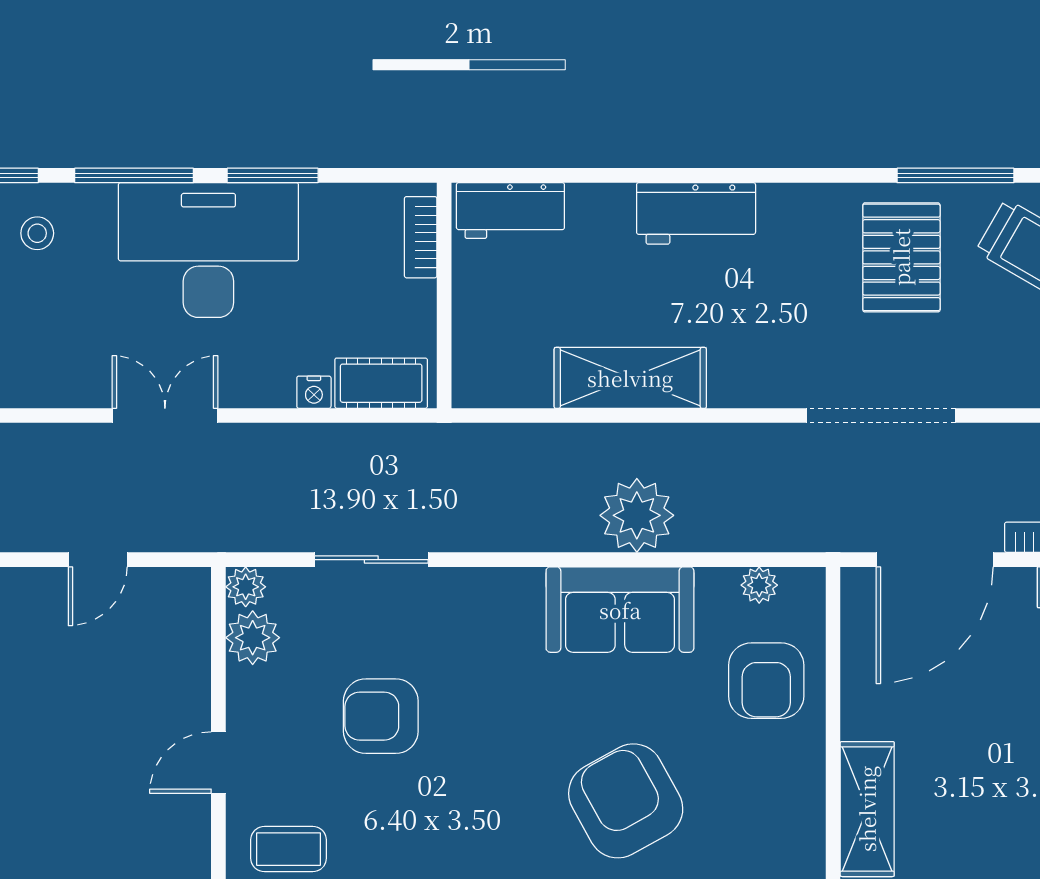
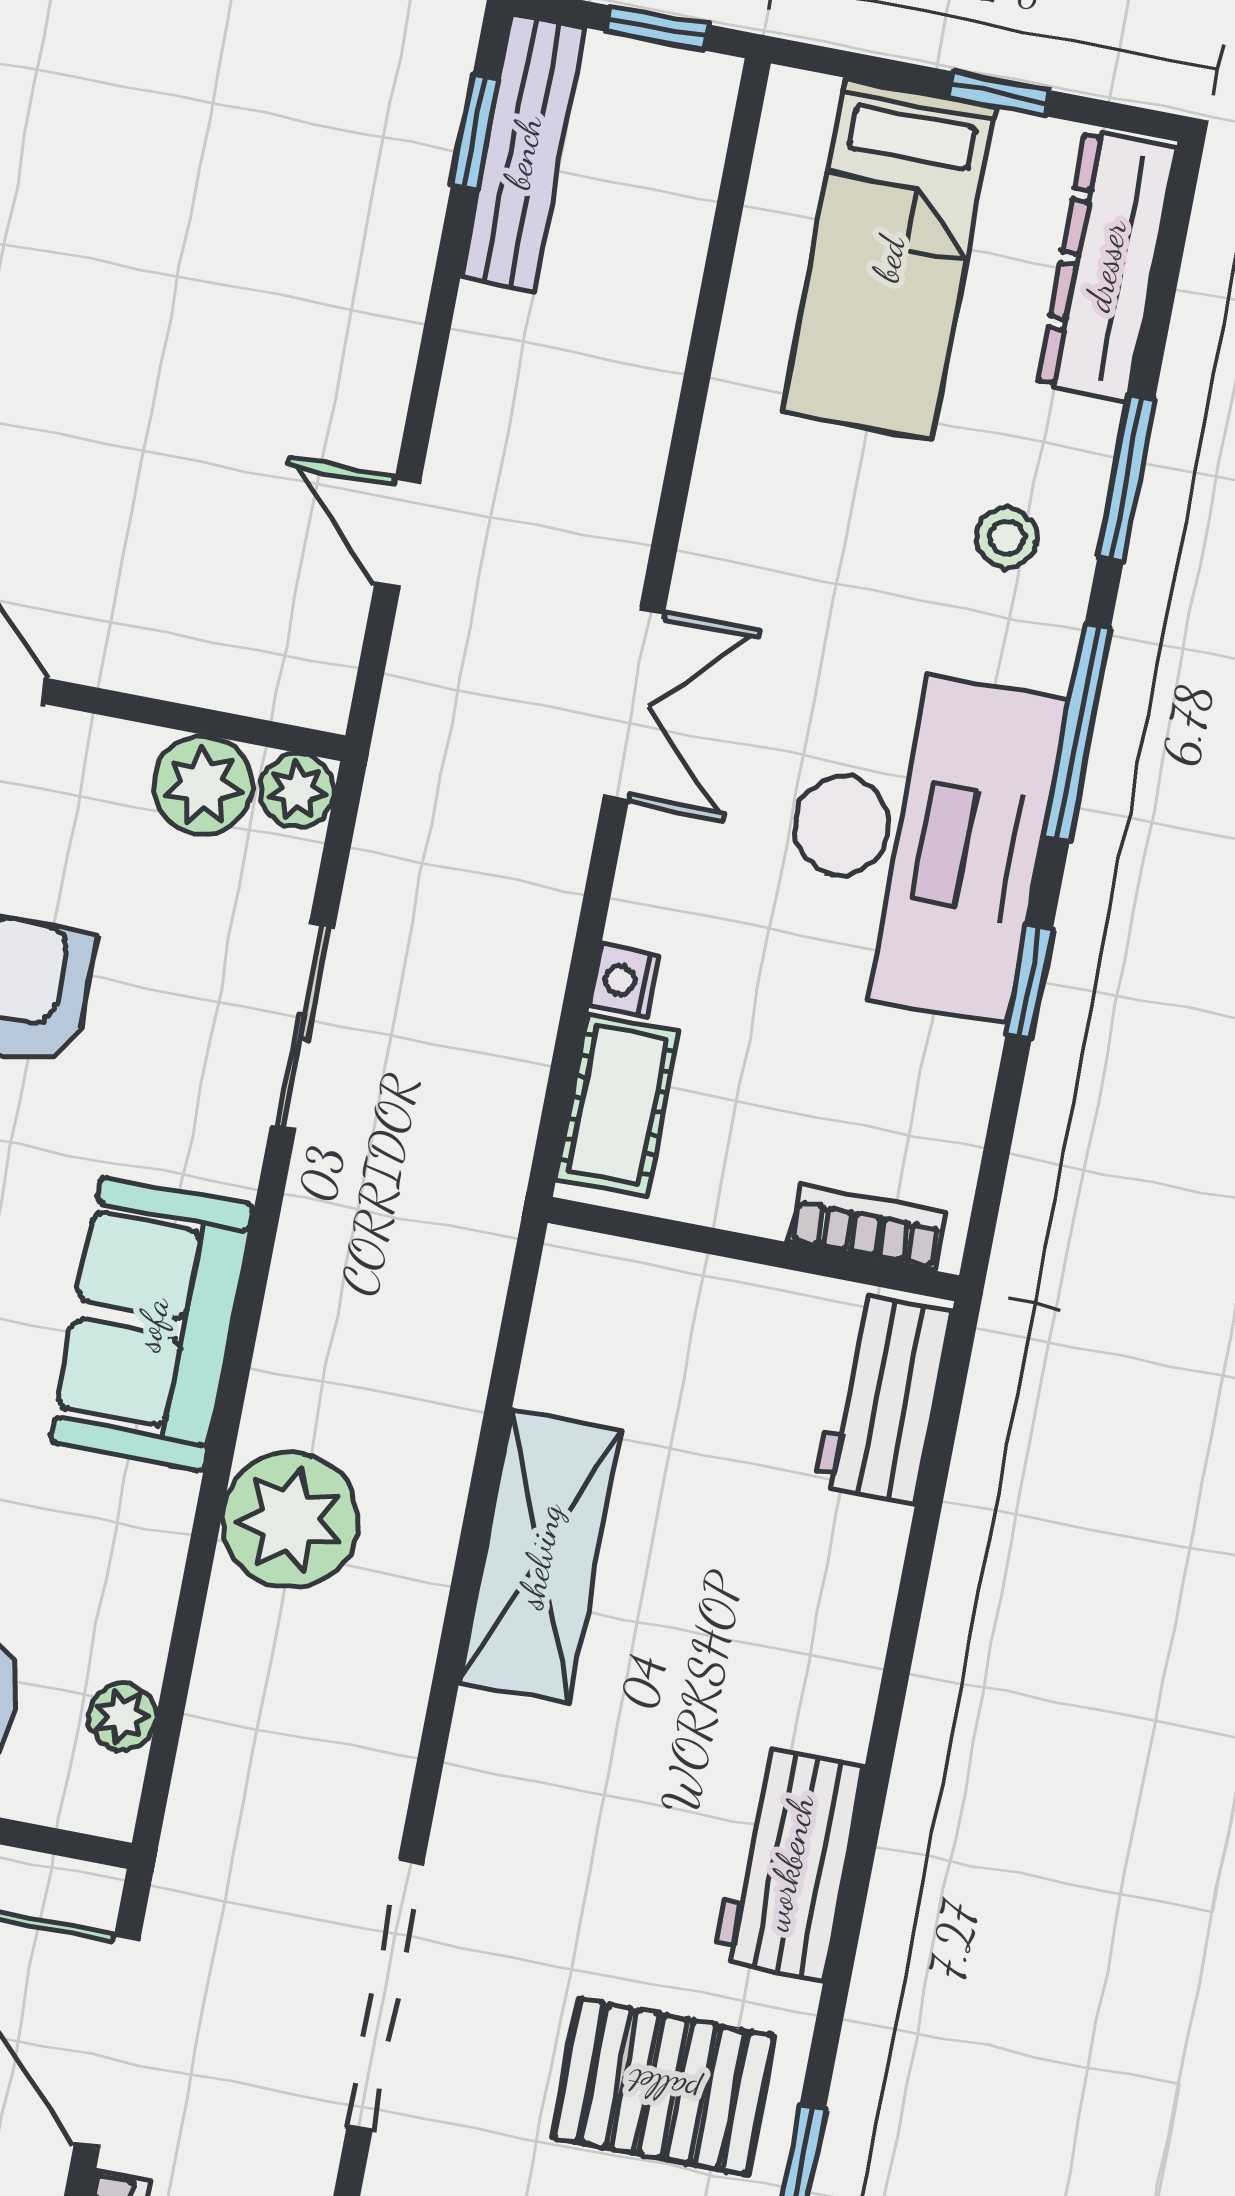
window: (273, 175) -> (1029, 982), width x0.67
workbench: (696, 213) -> (789, 1863), moved
sofa: (620, 610) -> (152, 1324), moved

